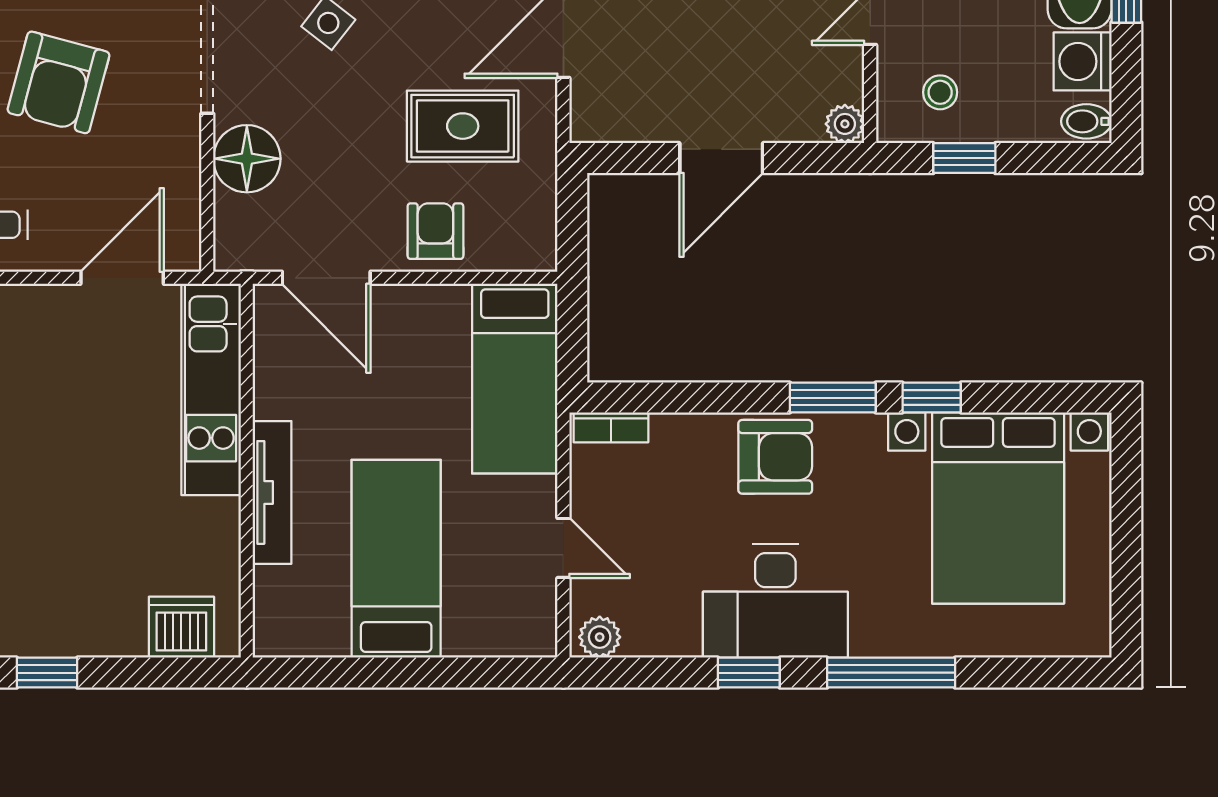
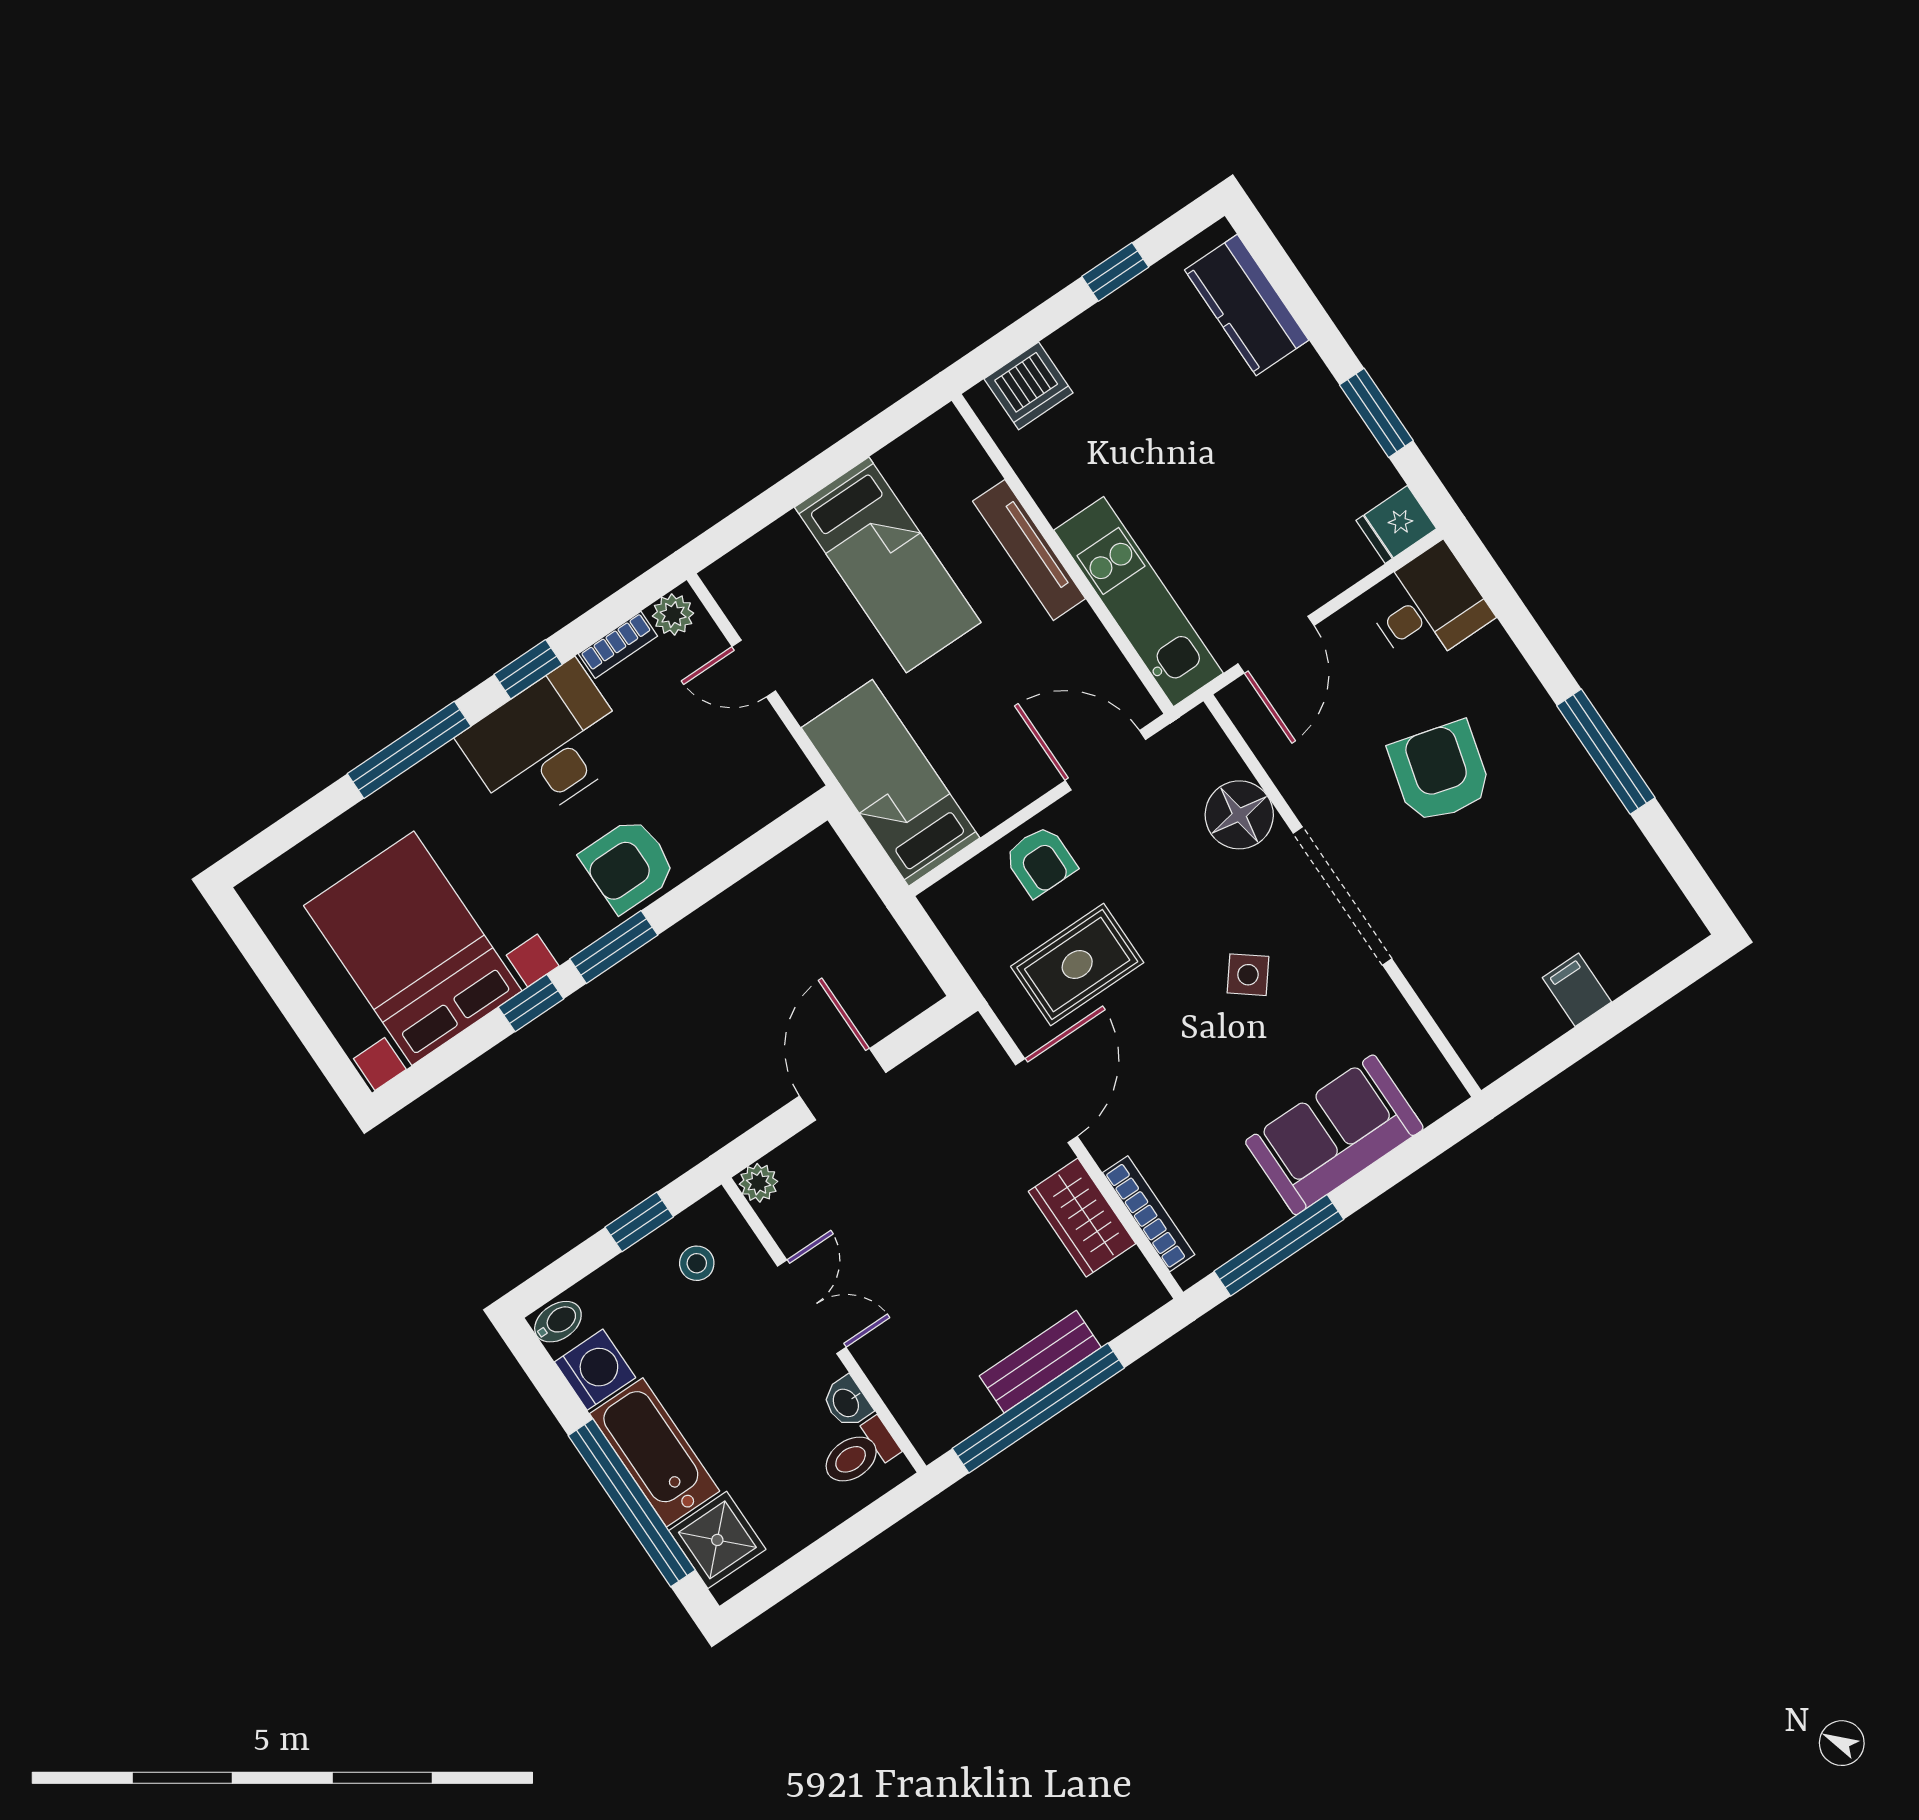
bookcase: (611, 427) -> (618, 645), moved, turned 180

